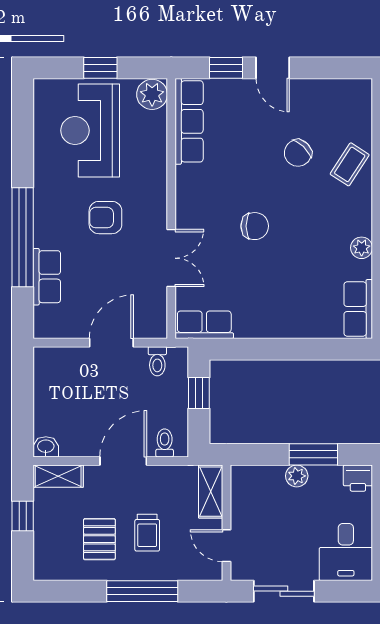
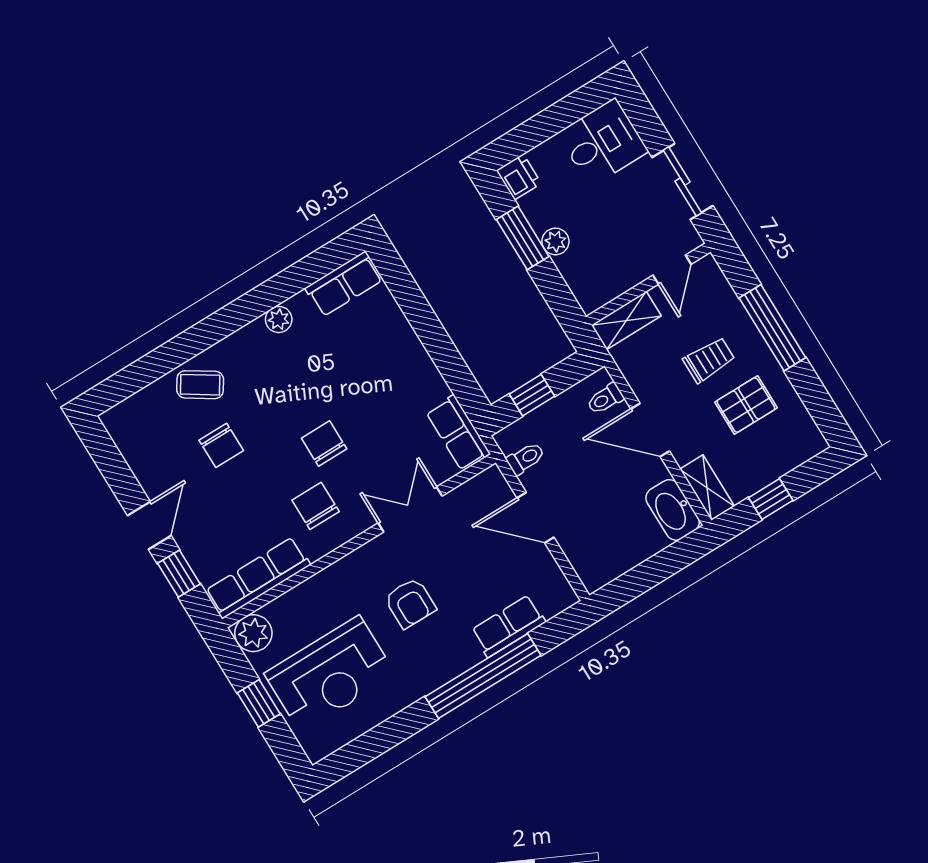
chair: (298, 153) -> (221, 445), turned 46
chair: (215, 193) -> (316, 506), added
washbasin: (46, 447) -> (673, 510), width x1.91, depth x1.45

